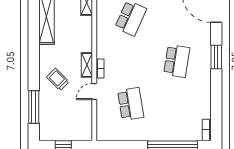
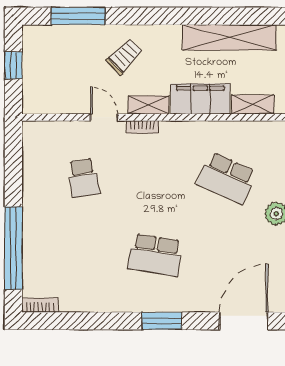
filing cabinet: (83, 34) -> (200, 99), added
school desk: (131, 104) -> (84, 178), width x0.54

